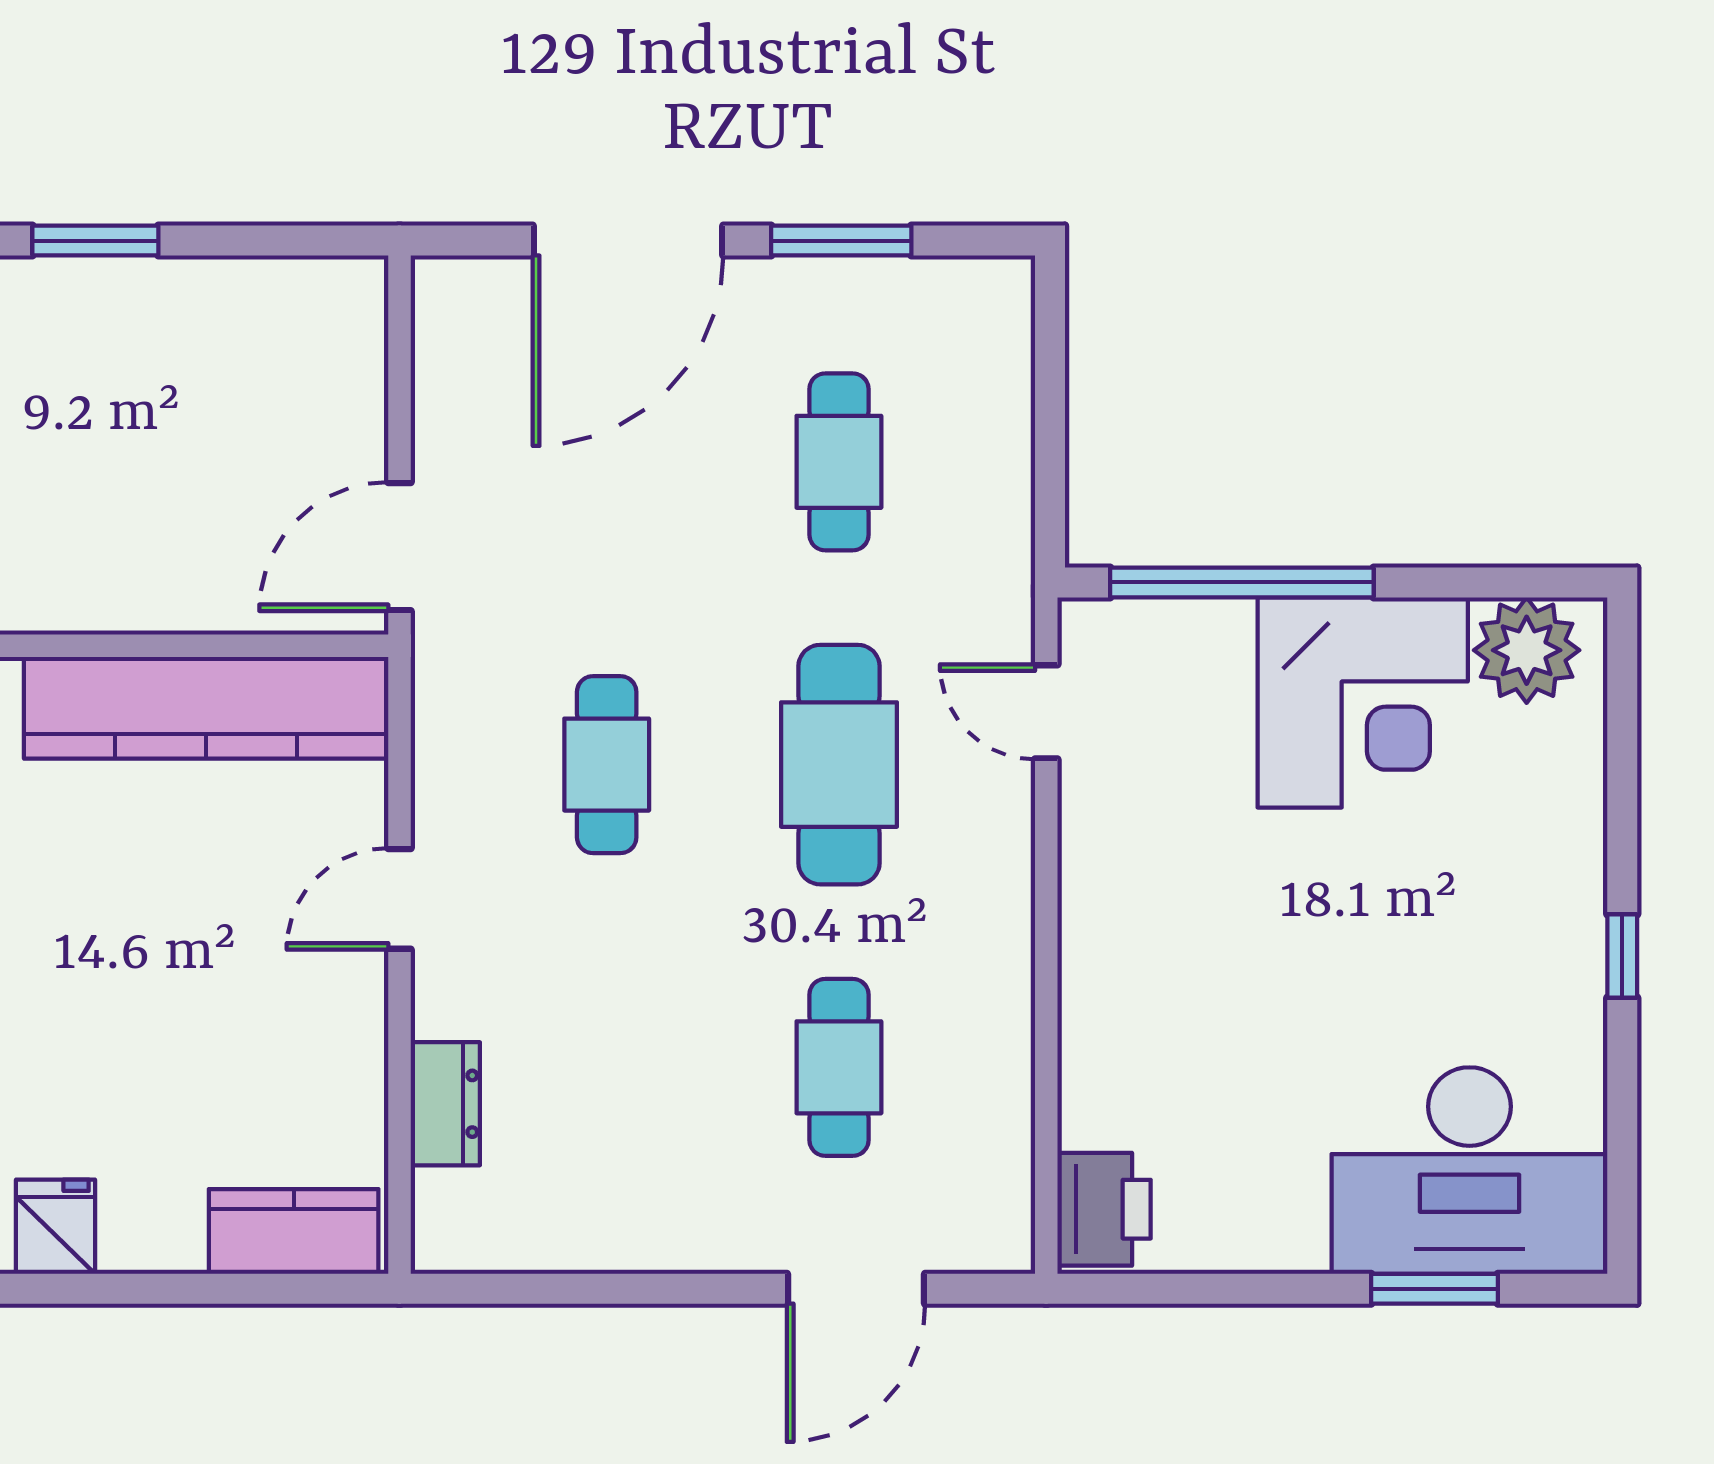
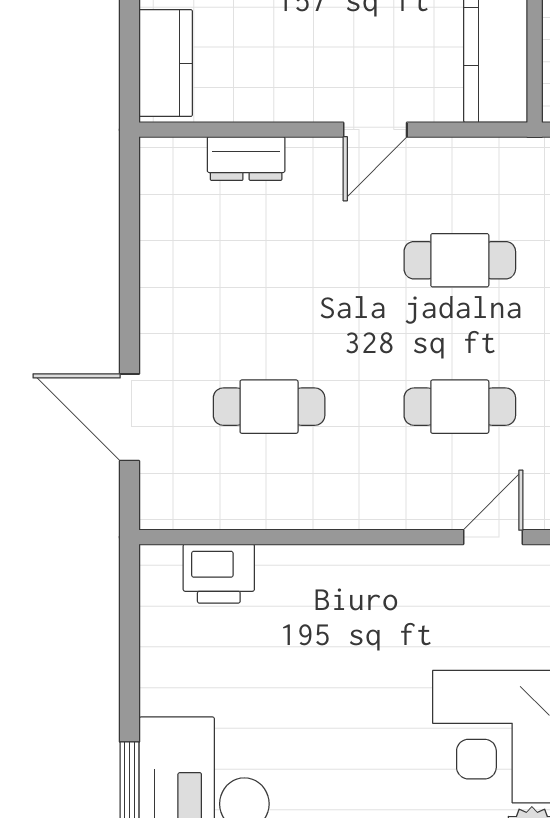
cafe table: (839, 765) -> (460, 407), width x0.73, depth x0.74
door: (399, 899) -> (375, 130), swing flipped
printer: (1104, 1209) -> (219, 574), moved

